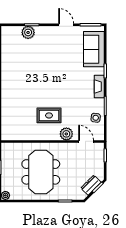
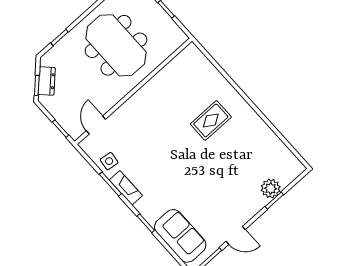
fireplace: (99, 87) -> (126, 188), moved
rug: (49, 115) -> (211, 120), moved
plant: (66, 134) -> (126, 113), removed
door: (86, 141) -> (96, 125), swing flipped

